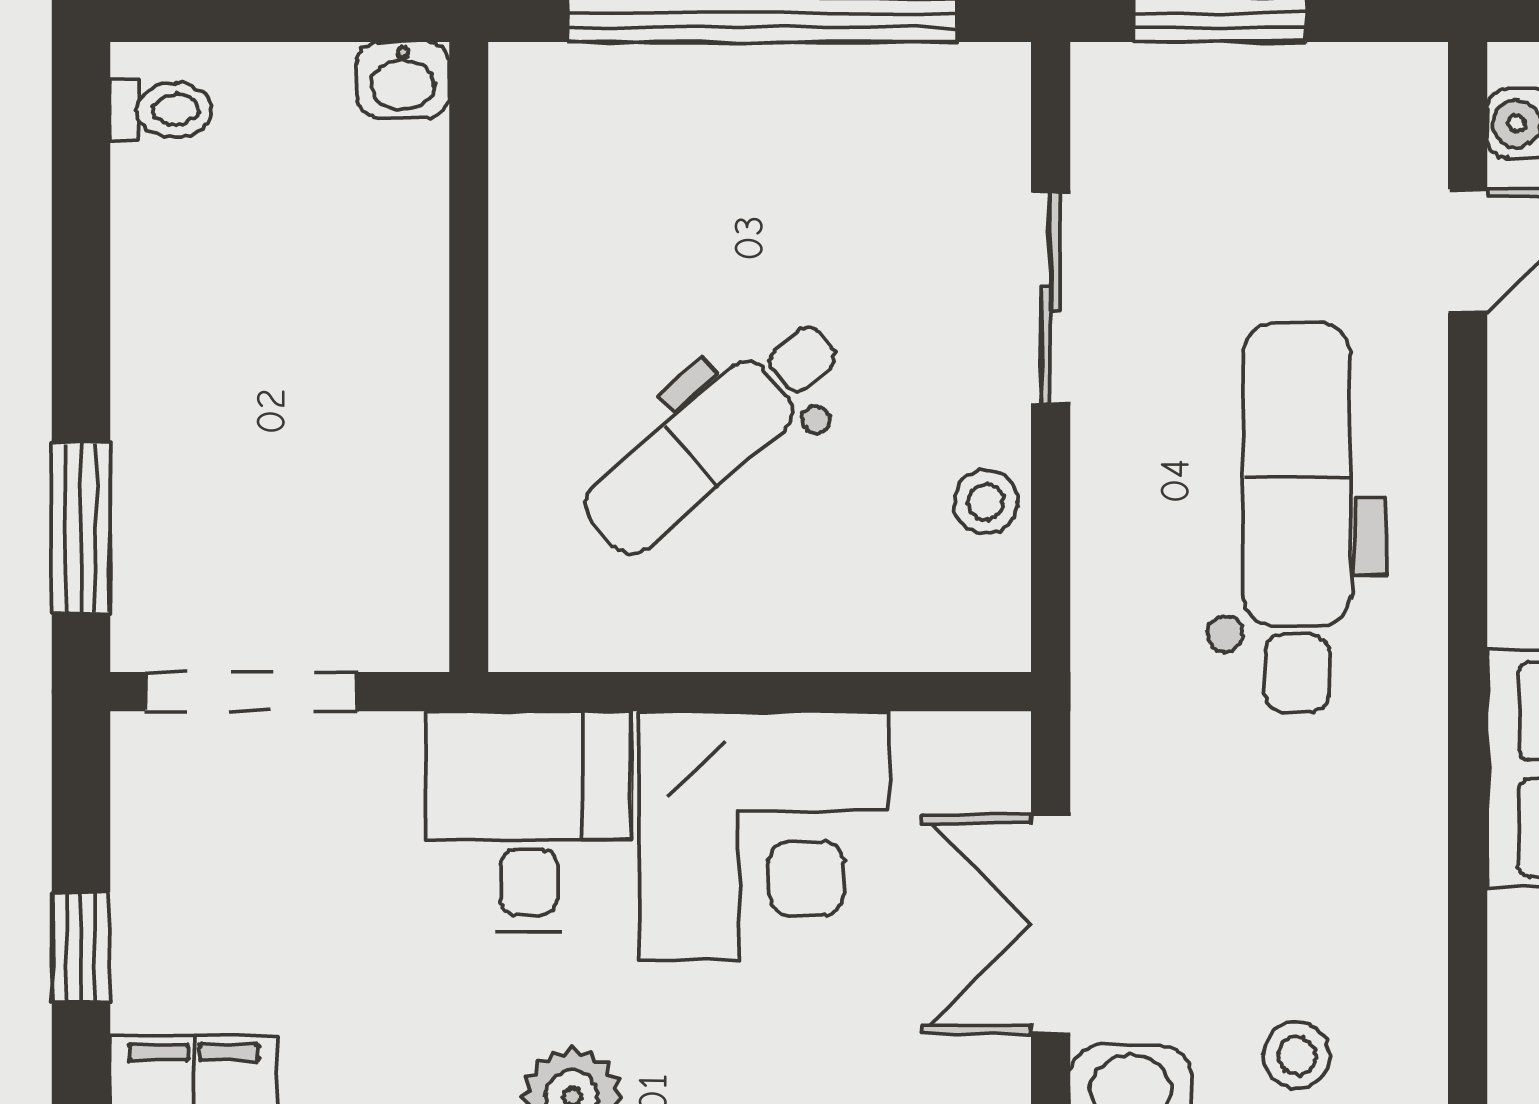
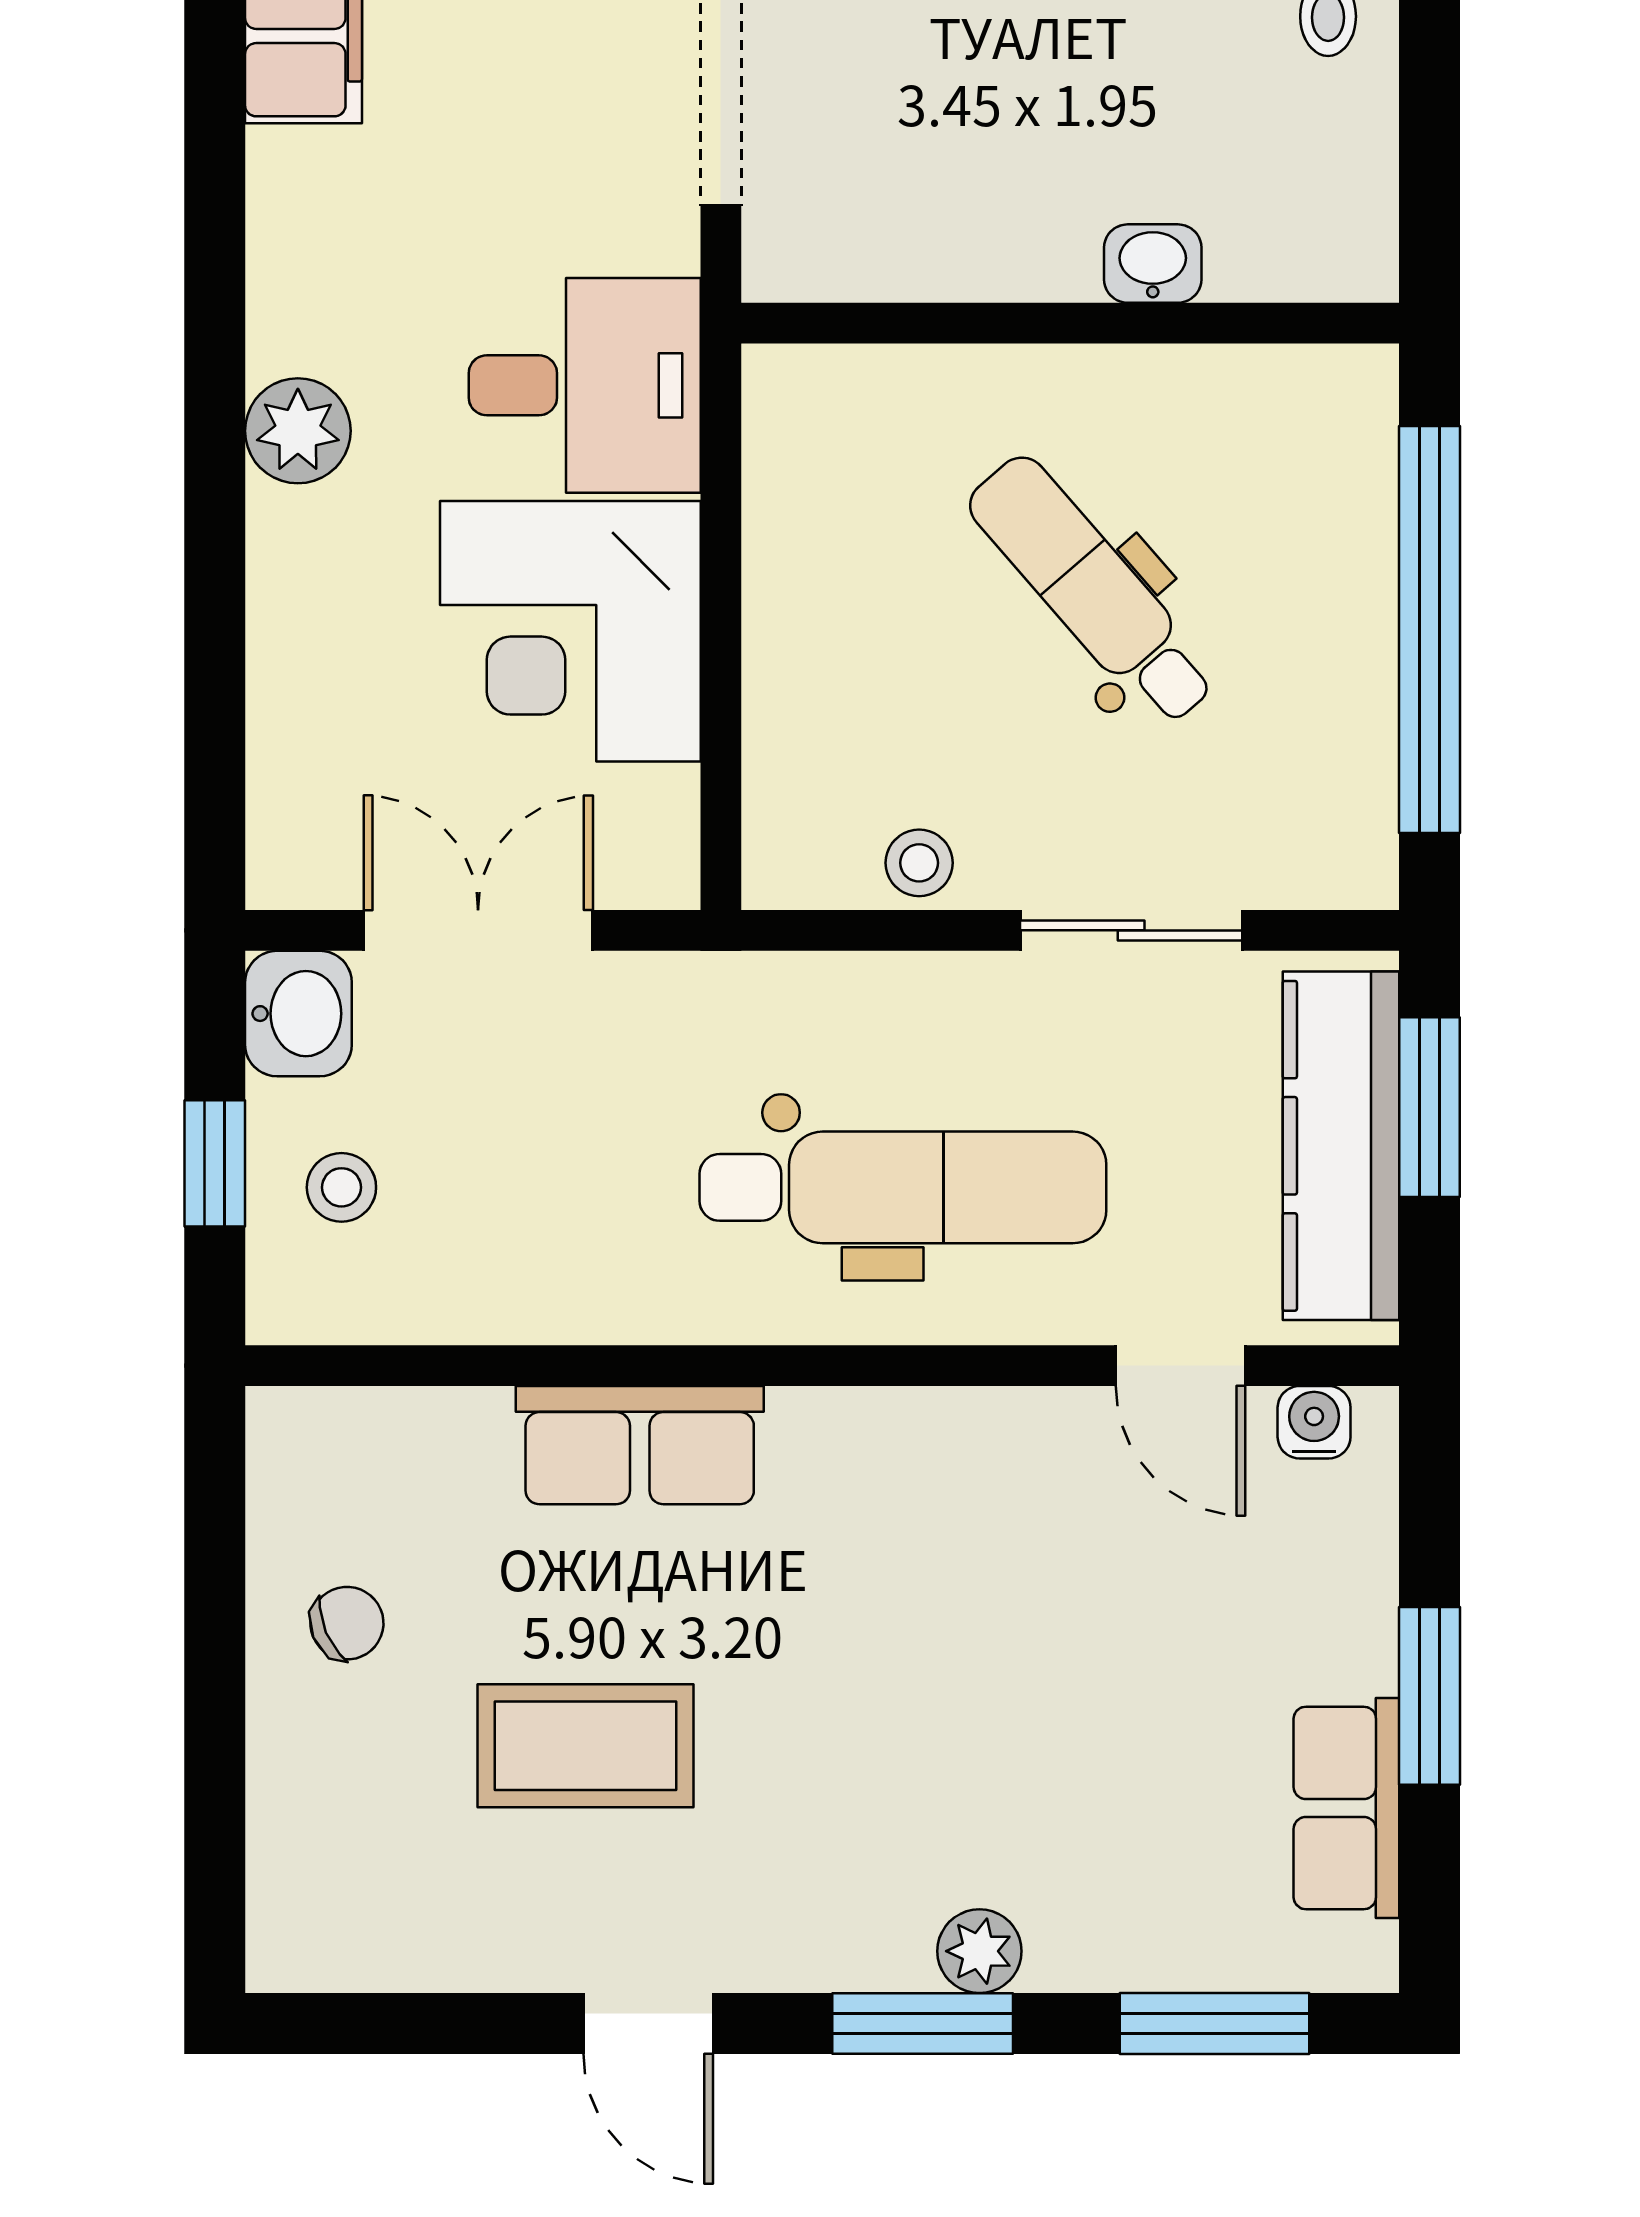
washbasin: (403, 80) -> (1153, 264), moved, turned 90
kitchen counter: (1257, 98) -> (1341, 1146), added
dental chair: (713, 436) -> (1093, 591), moved

